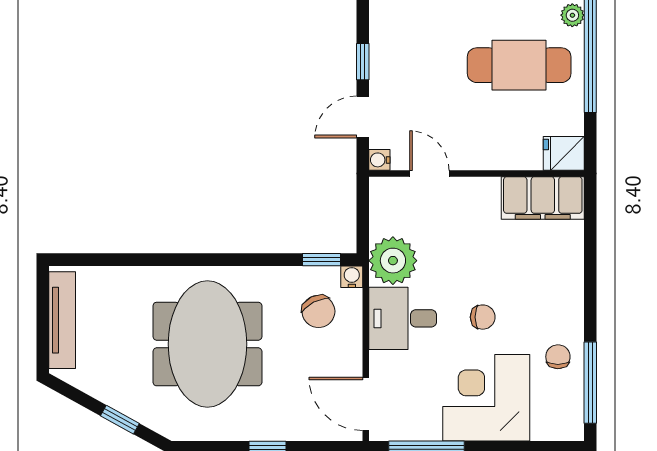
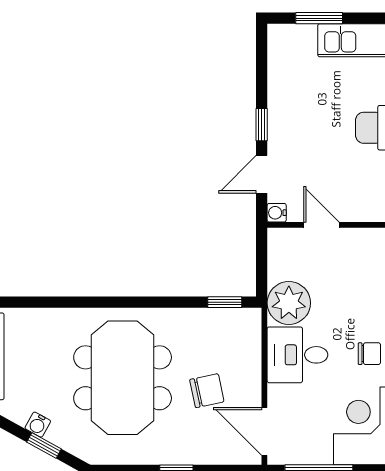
water cooler: (352, 277) -> (38, 425), moved, turned -151
chair: (318, 311) -> (207, 391), moved, turned -75

